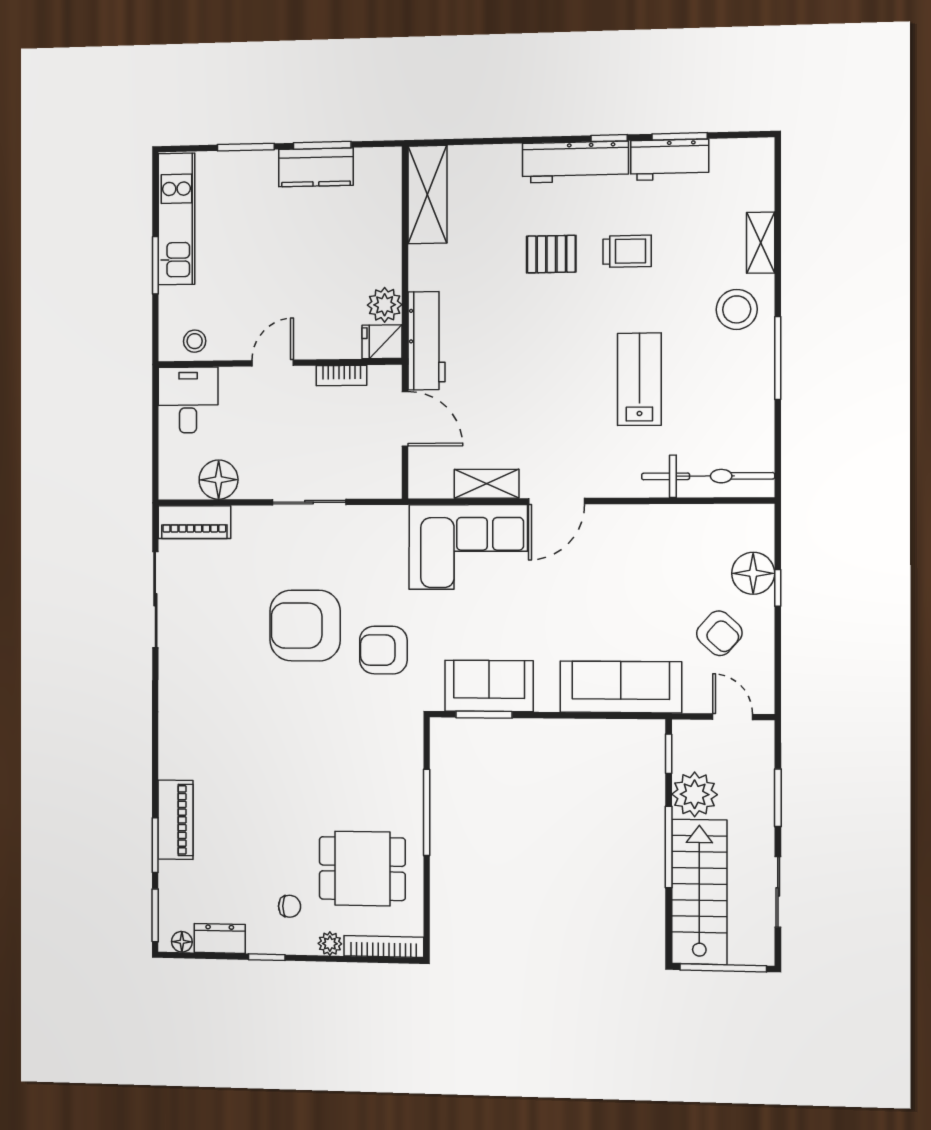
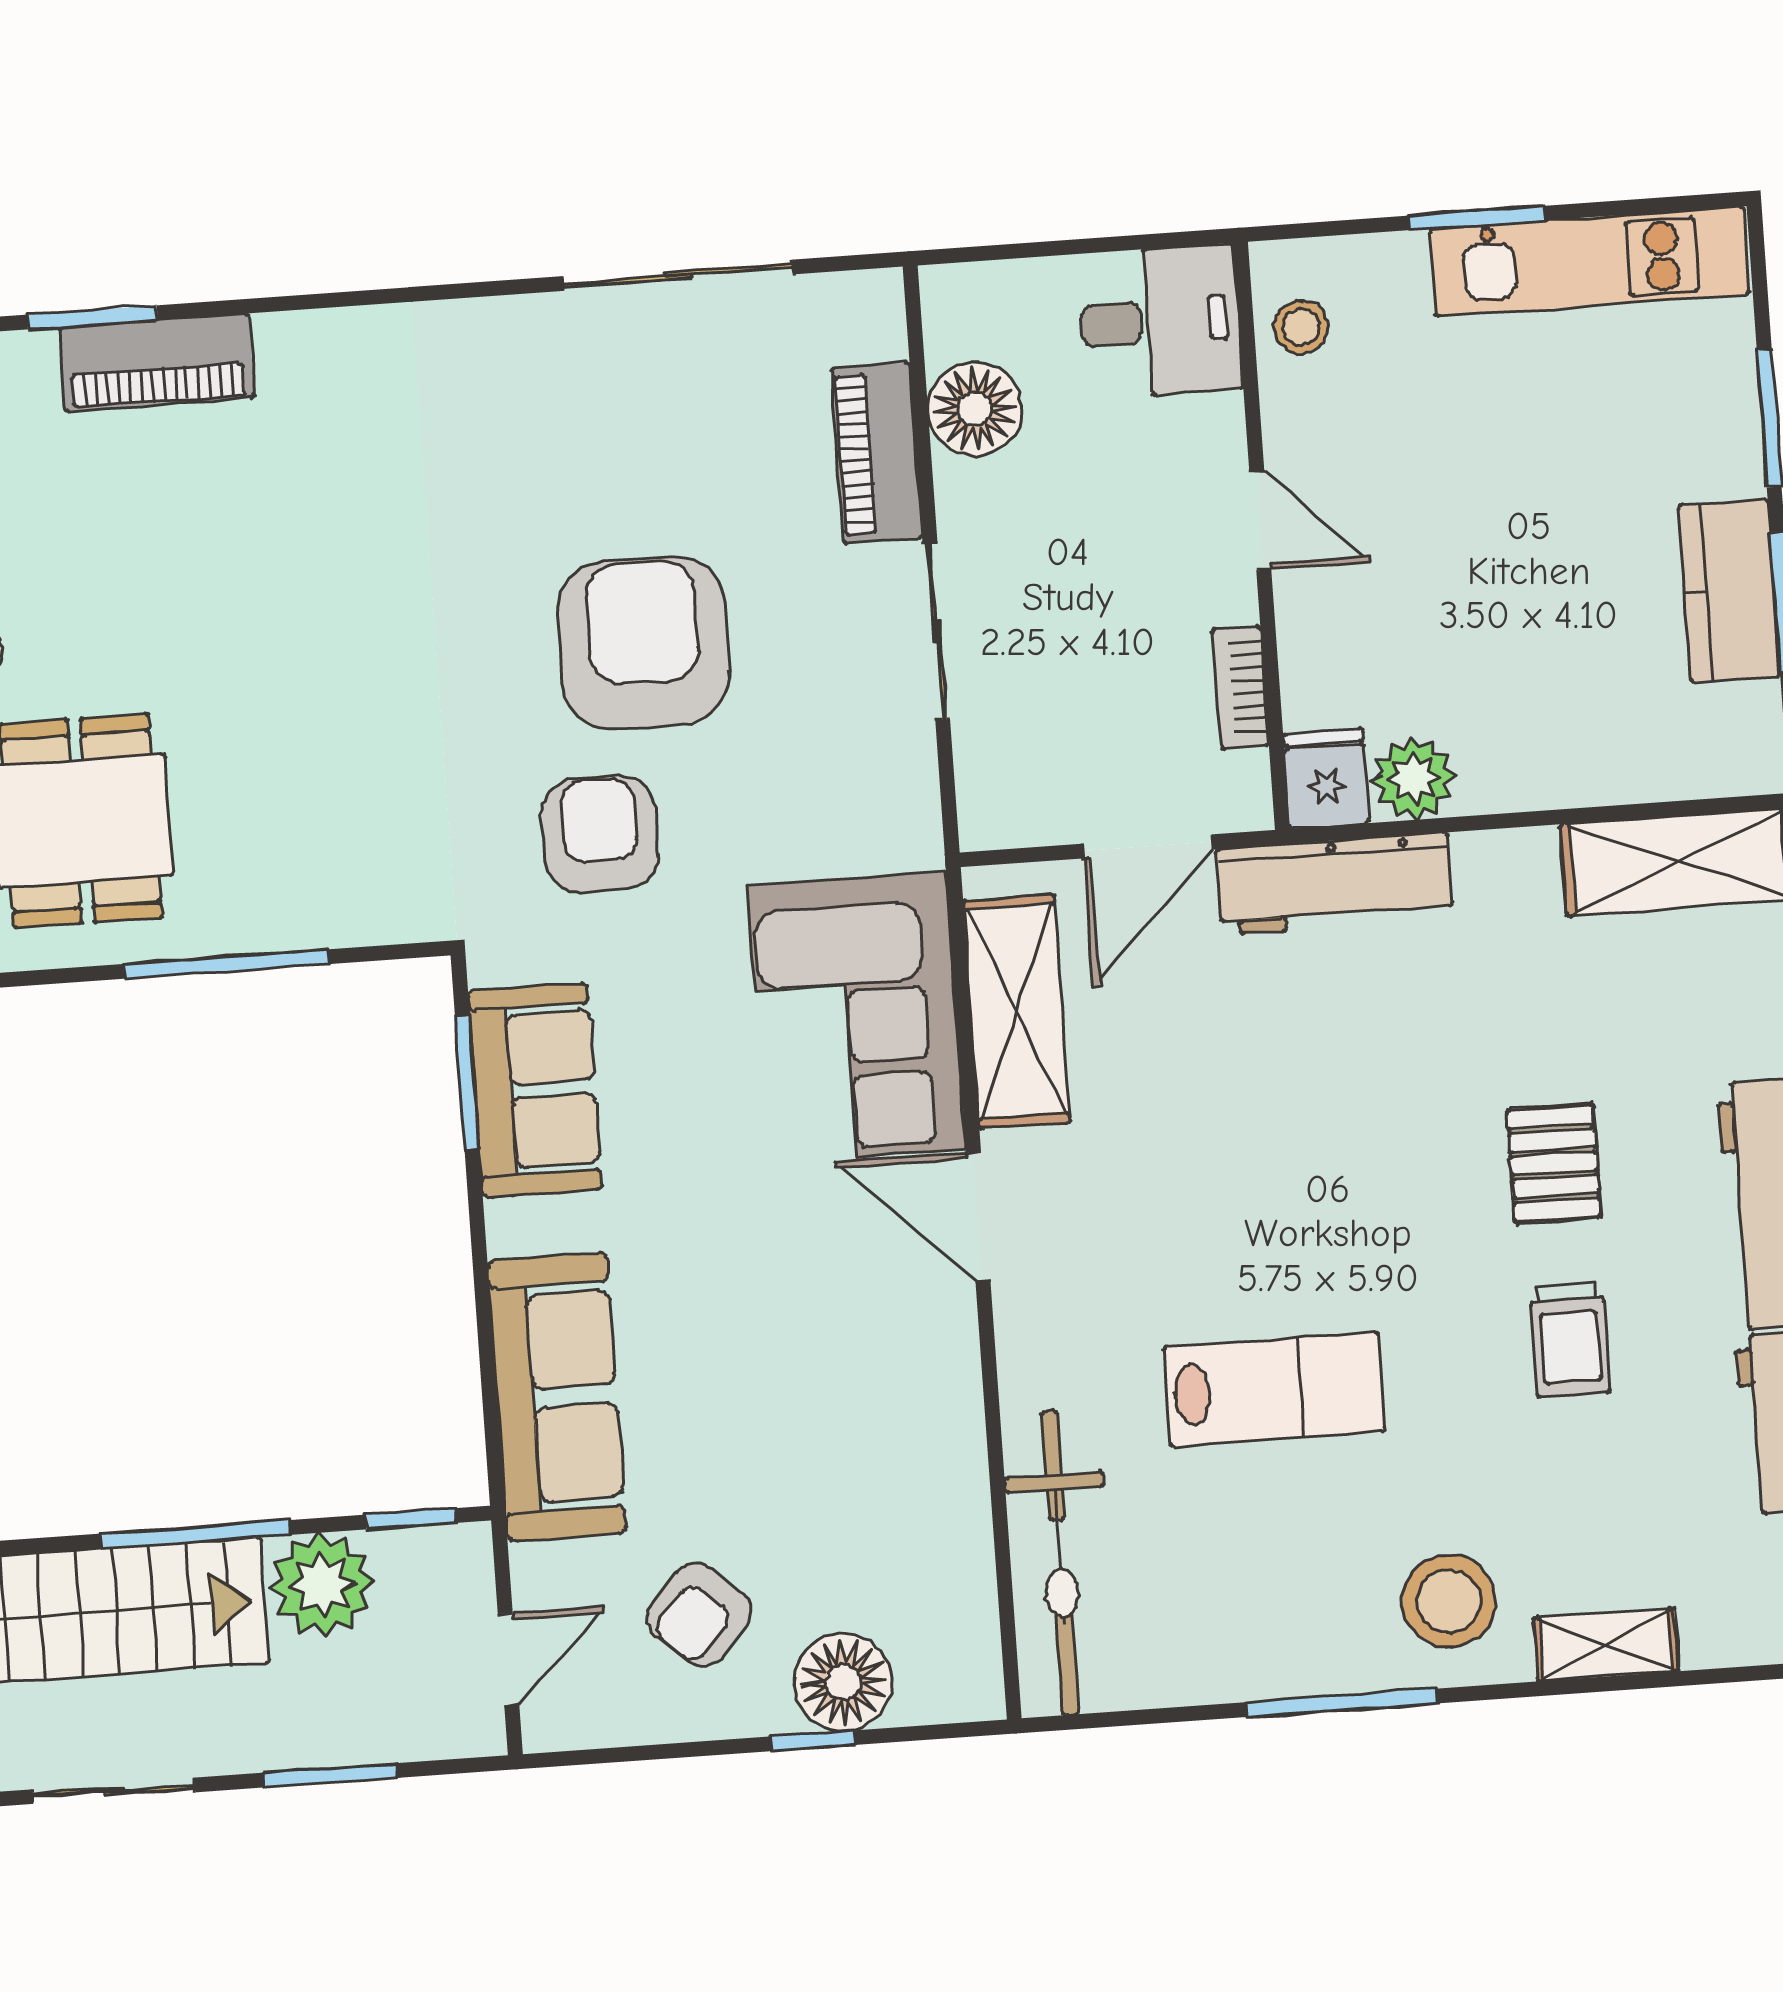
shelving: (487, 484) -> (1017, 1012), width x1.50, depth x1.33
piano: (194, 522) -> (877, 453), moved

